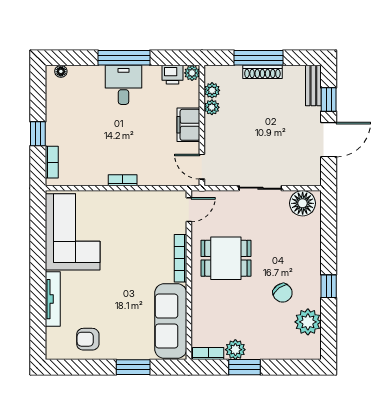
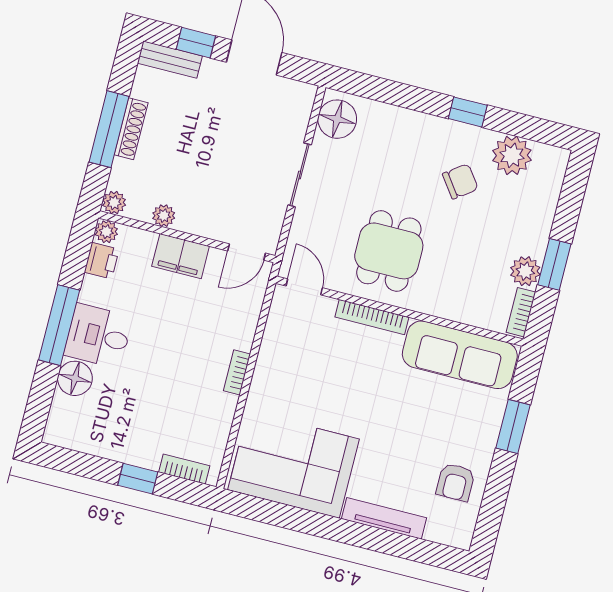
floor lamp: (61, 71) -> (75, 378), moved, width x1.89, depth x1.89
plant: (212, 90) -> (114, 203), moved

